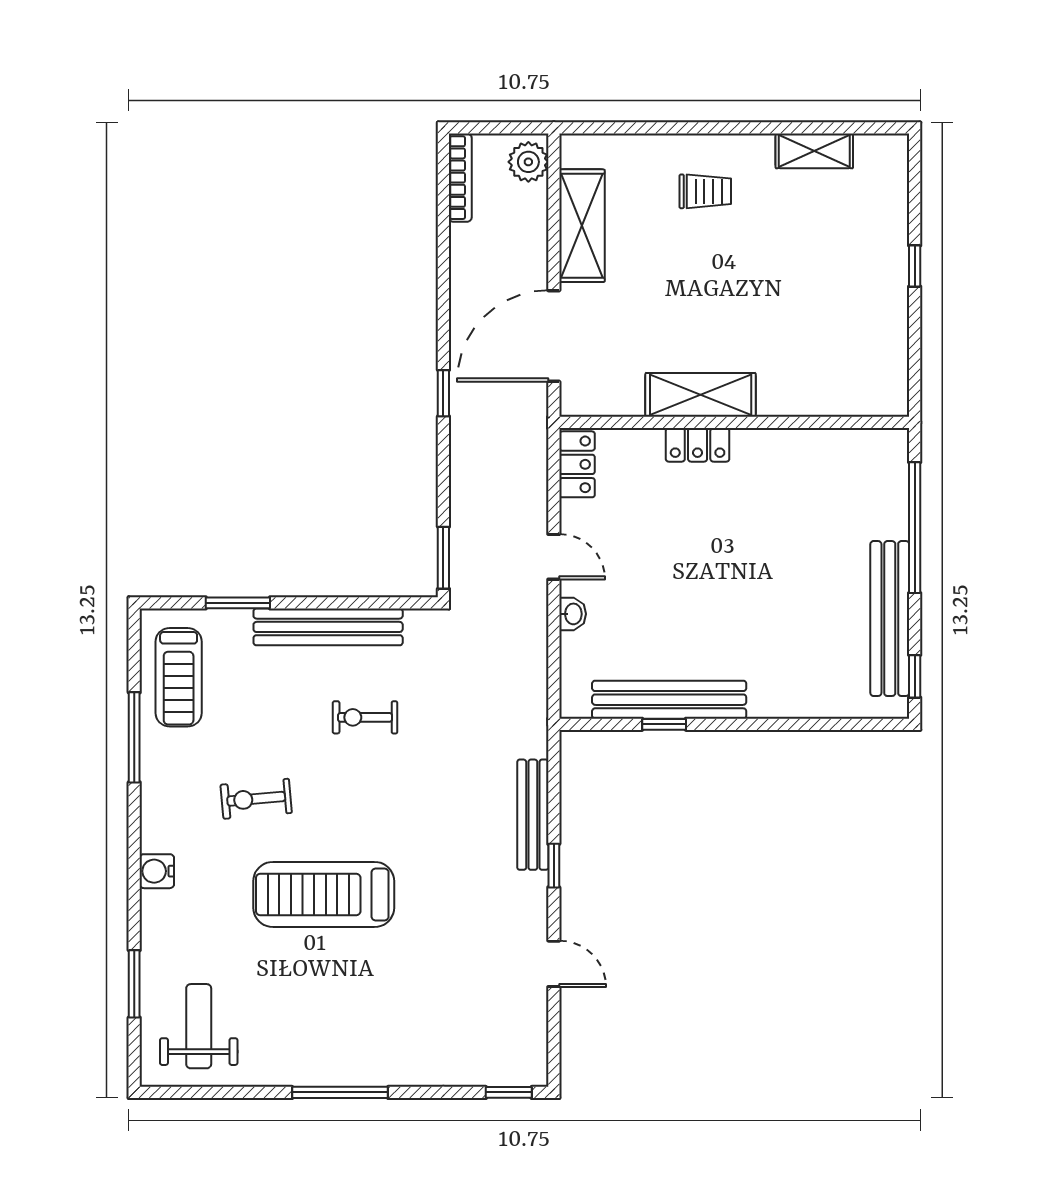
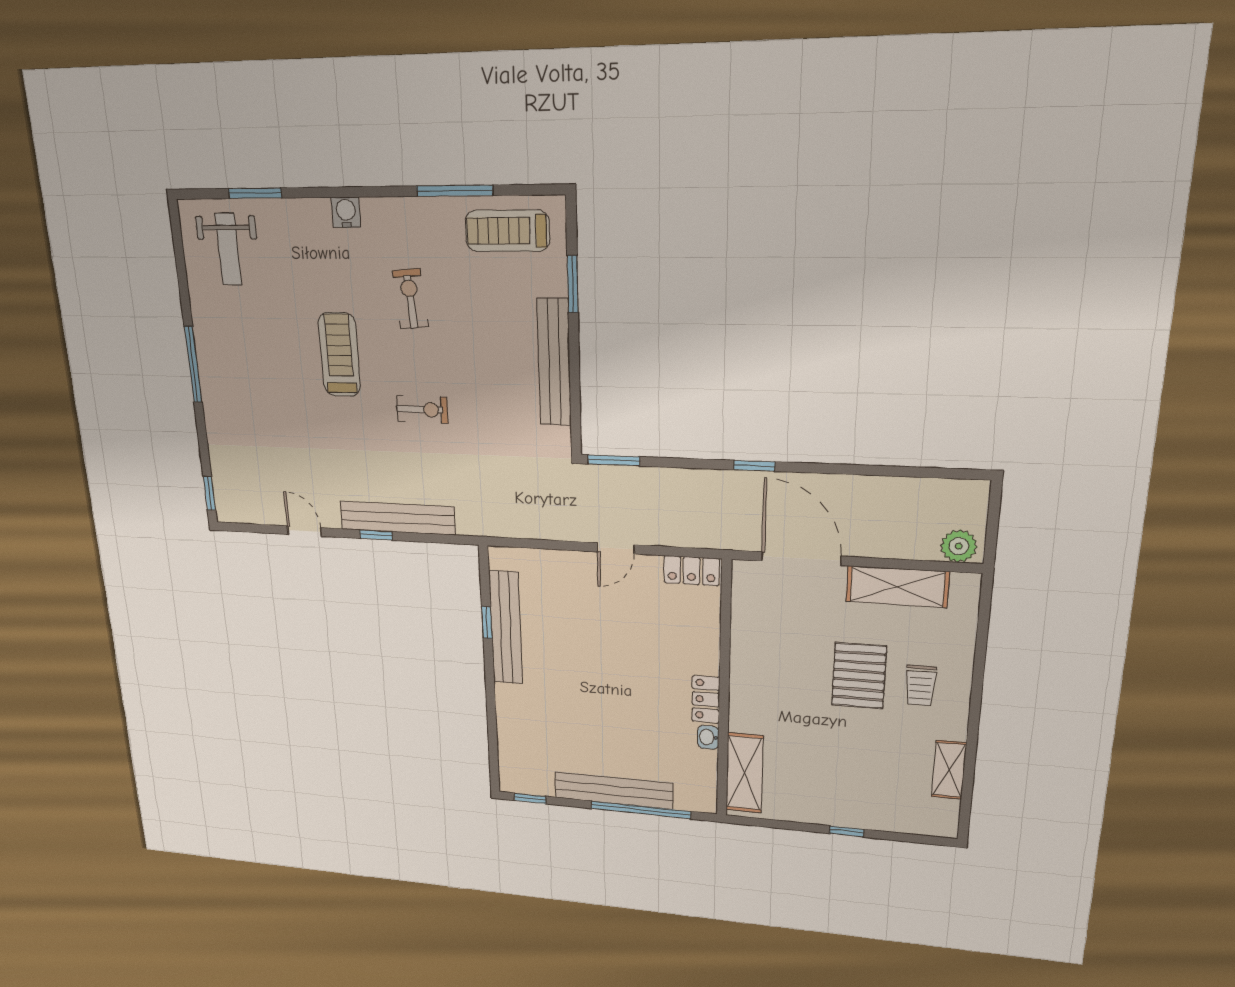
bookcase: (460, 178) -> (949, 488), removed
pallet: (699, 263) -> (859, 676), added
shelving: (701, 395) -> (744, 773), moved
locker: (698, 445) -> (706, 699), moved
washbasin: (573, 614) -> (708, 737), moved, turned 90
bench: (890, 619) -> (614, 791), moved
exercise bike: (365, 717) -> (422, 410), moved, turned 90
bench: (533, 815) -> (398, 518), width x1.37, depth x1.21
treadmill: (324, 894) -> (339, 354), width x0.73, depth x0.73
door: (554, 964) -> (304, 531), swing flipped
weight bench: (199, 1026) -> (228, 249), turned 90

